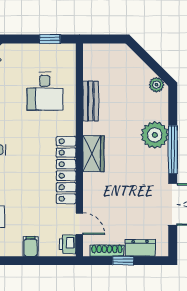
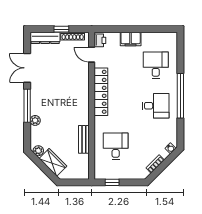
plant: (155, 135) -> (35, 120), width x0.53, depth x0.53
wardrobe: (93, 154) -> (53, 162), moved, turned 135
filing cabinet: (31, 246) -> (131, 39), width x2.00
dresser: (140, 248) -> (45, 38), width x1.44

